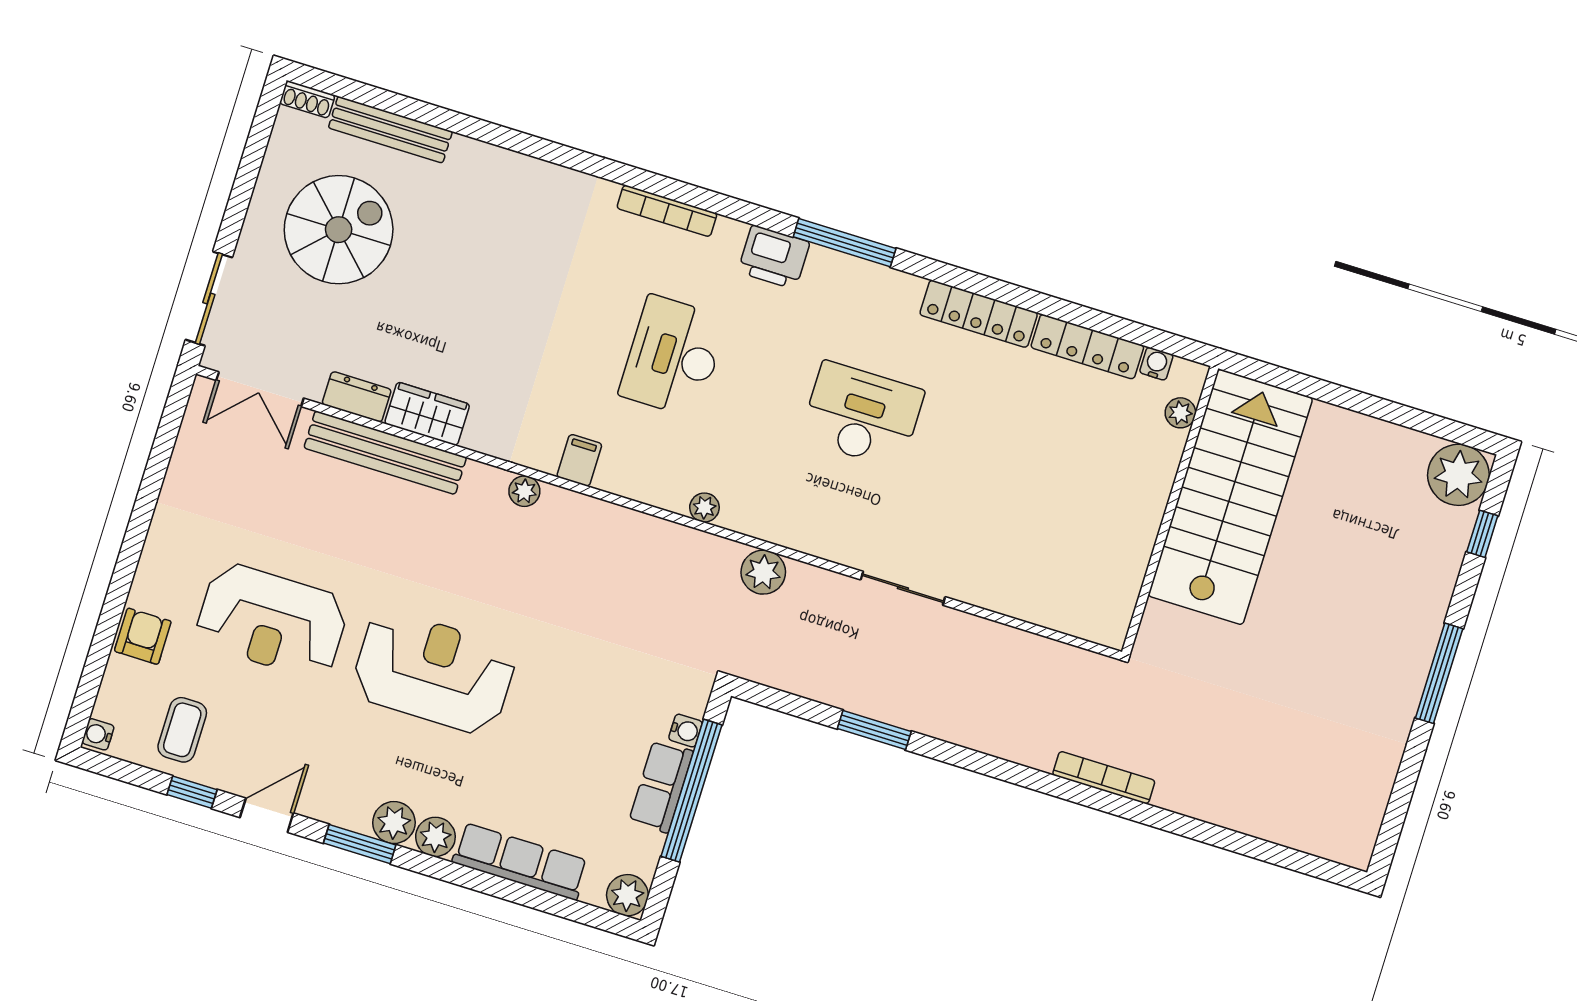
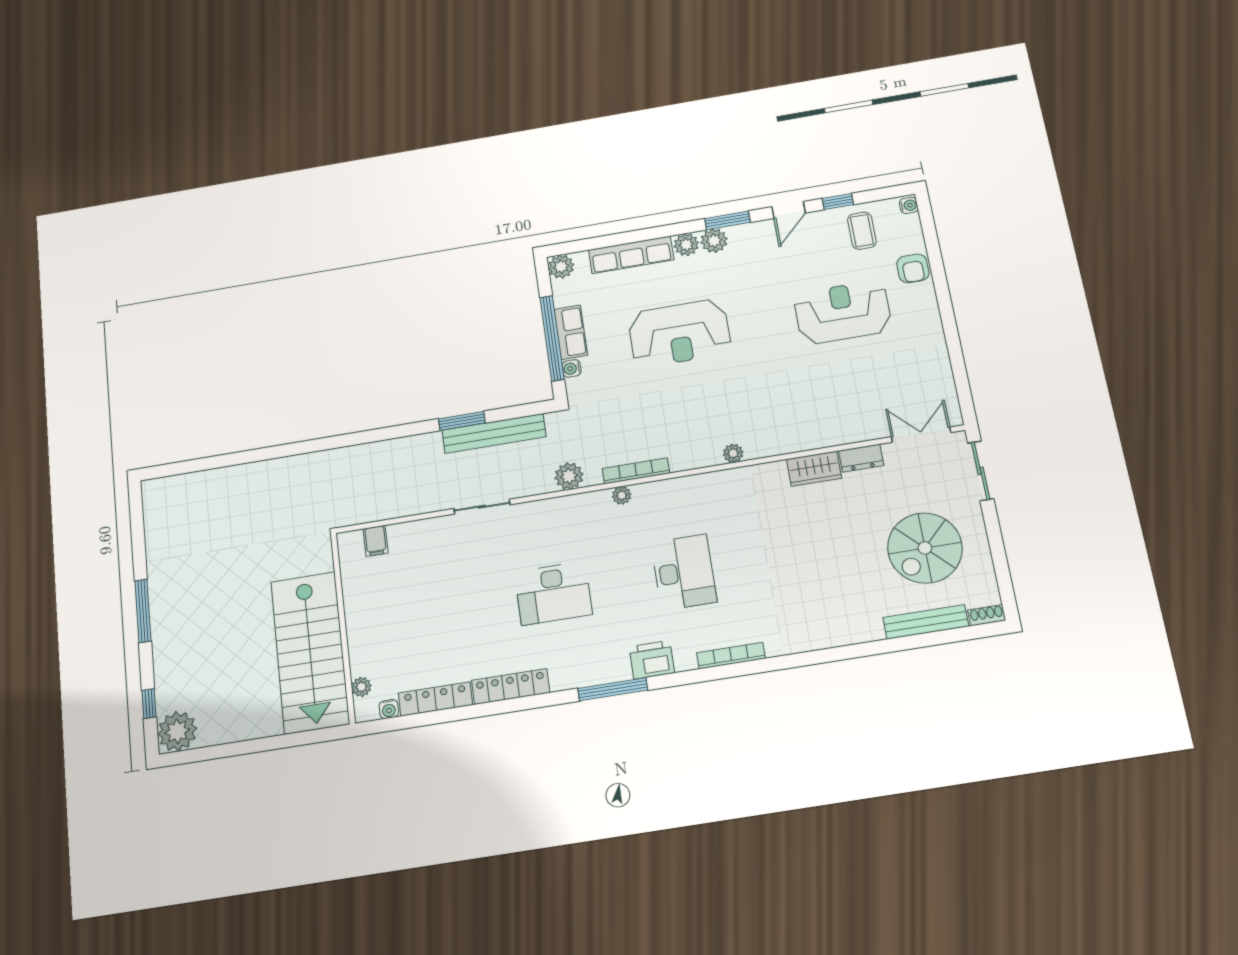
bench: (385, 453) -> (494, 433), moved
filing cabinet: (579, 460) -> (376, 541), moved
reception desk: (434, 672) -> (679, 333), moved
bookcase: (1104, 778) -> (636, 471), moved, turned 180

